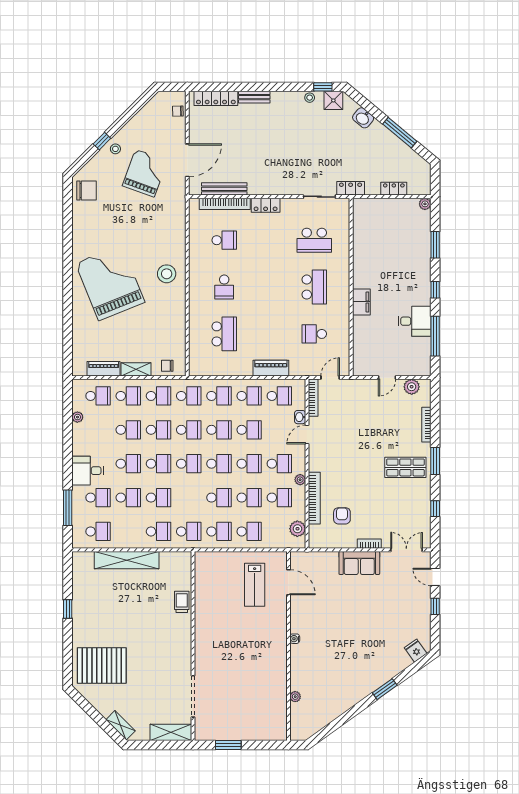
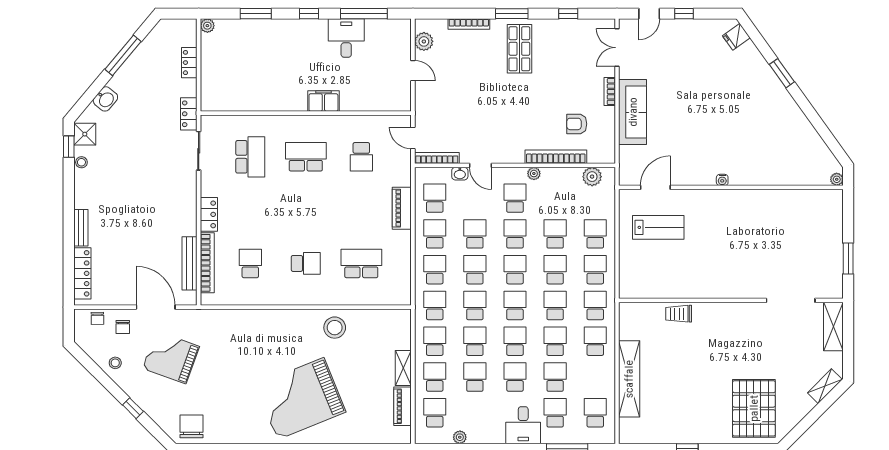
stool: (115, 149) -> (115, 363), moved
stool: (167, 274) -> (335, 328), moved
chair: (167, 366) -> (123, 327), moved
school desk: (279, 498) -> (555, 305), moved
sofa: (359, 563) -> (633, 112), width x1.36
plant: (295, 697) -> (837, 179), moved

